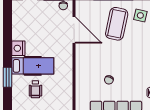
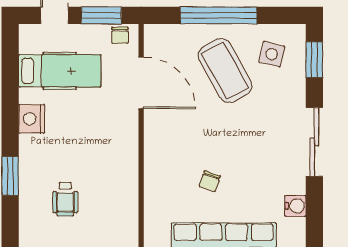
coffee table: (117, 24) -> (225, 71), turned -41
hospital bed: (33, 66) -> (60, 71), moved

